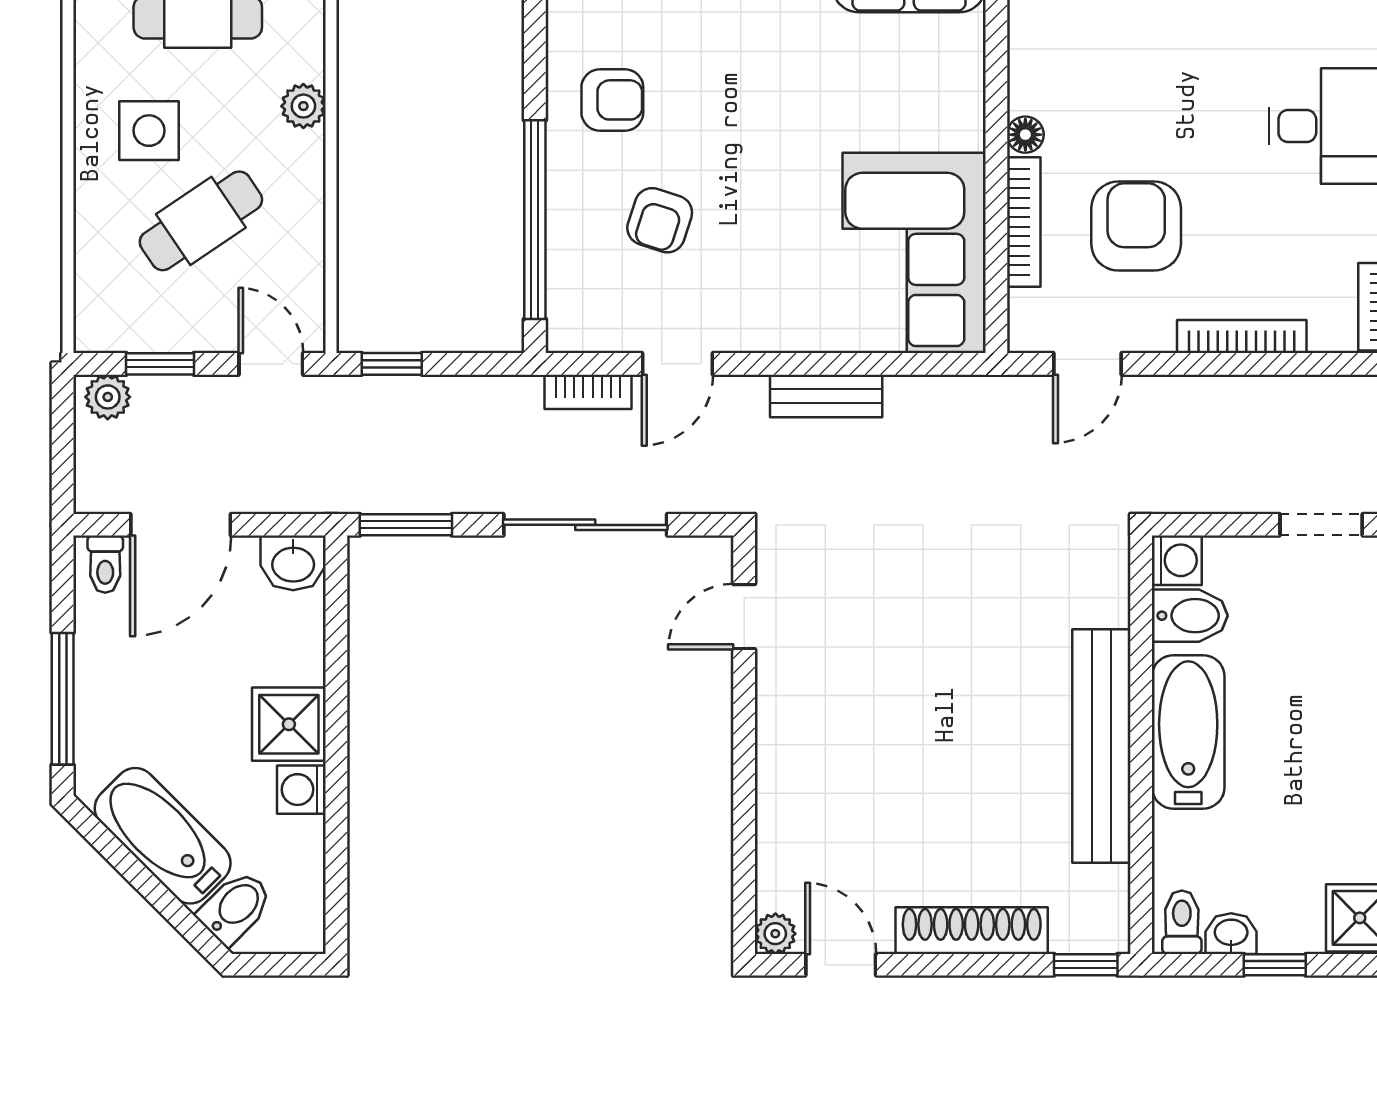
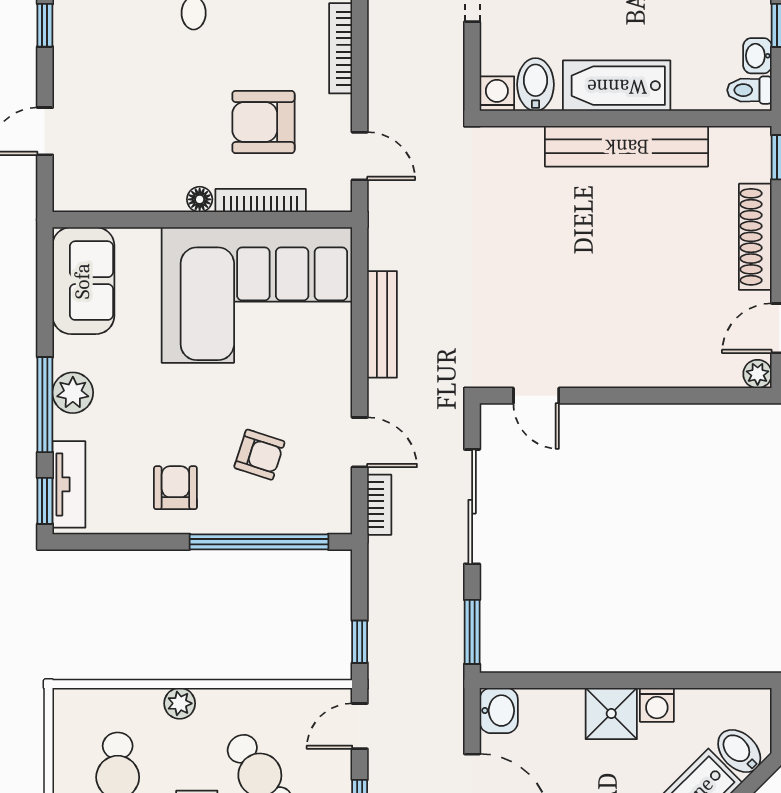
corner sofa: (914, 253) -> (257, 295), width x1.36, depth x1.36
bench: (826, 396) -> (382, 324), width x1.36

